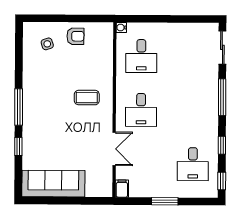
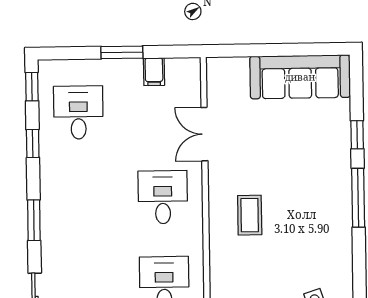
window: (222, 97) -> (34, 220), width x0.69
coffee table: (87, 98) -> (250, 215), turned 90
filing cabinet: (122, 189) -> (154, 72), moved

